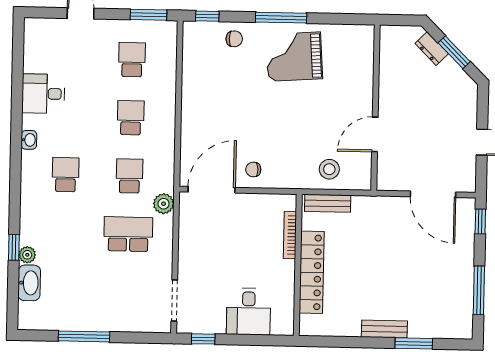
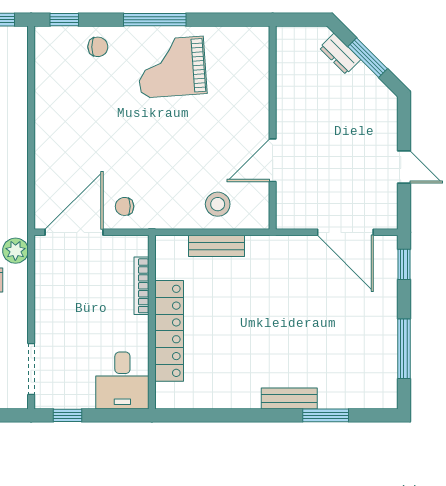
bookcase: (290, 235) -> (142, 286), moved
wall: (298, 265) -> (152, 322), moved
locker: (312, 272) -> (169, 331), moved

